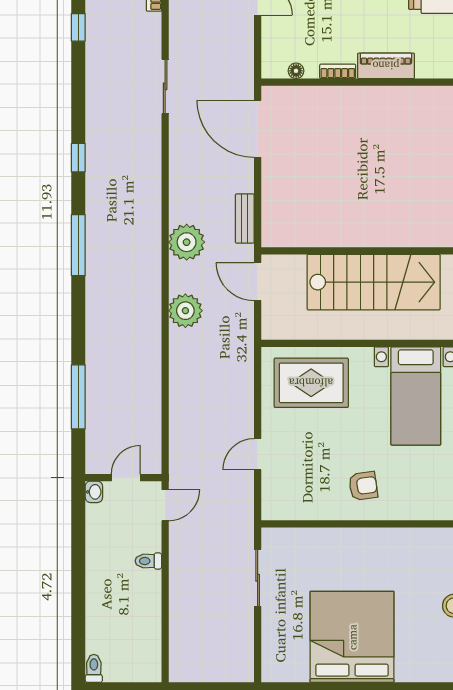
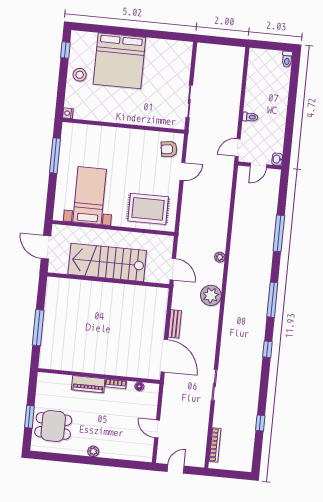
bench: (245, 219) -> (175, 324), moved
plant: (185, 311) -> (220, 257), width x0.53, depth x0.53
window: (78, 397) -> (279, 233), moved
armchair: (363, 486) -> (169, 149), moved
bed: (352, 637) -> (119, 61), moved

